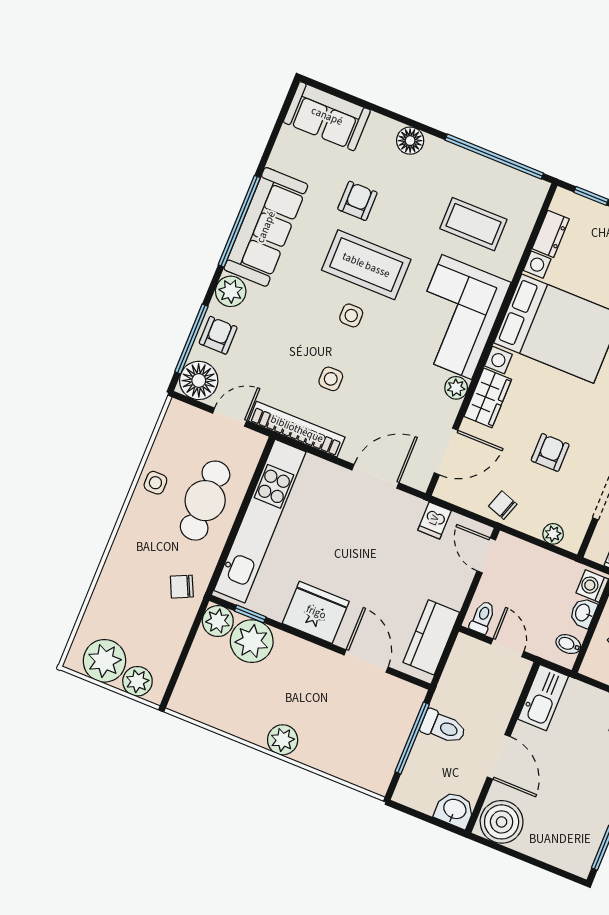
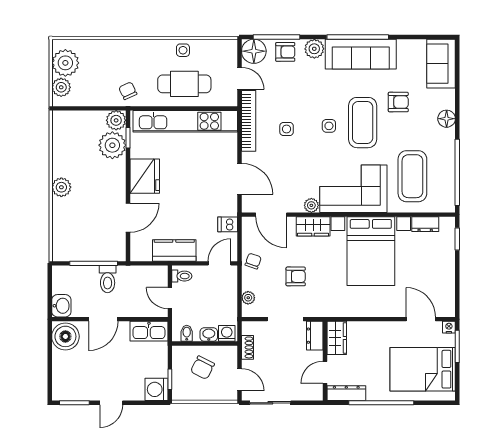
coffee table: (473, 224) -> (412, 176), width x1.36, depth x1.32
kitchen counter: (431, 637) -> (174, 251), moved
door: (507, 648) -> (170, 298), swing flipped

